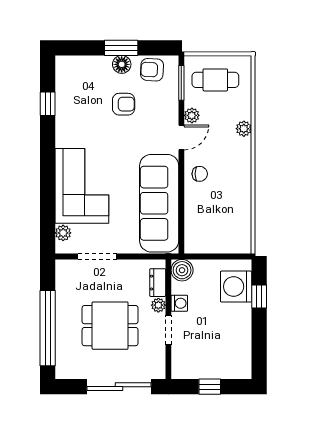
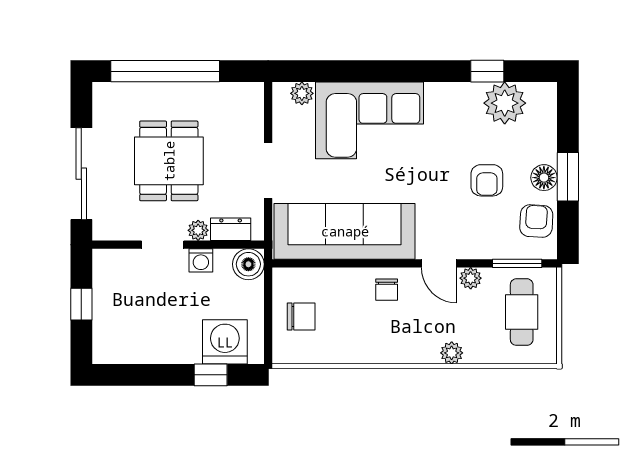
plant: (70, 92) -> (505, 103), added
chair: (218, 233) -> (301, 317), added
doorway: (97, 256) -> (268, 171), moved

